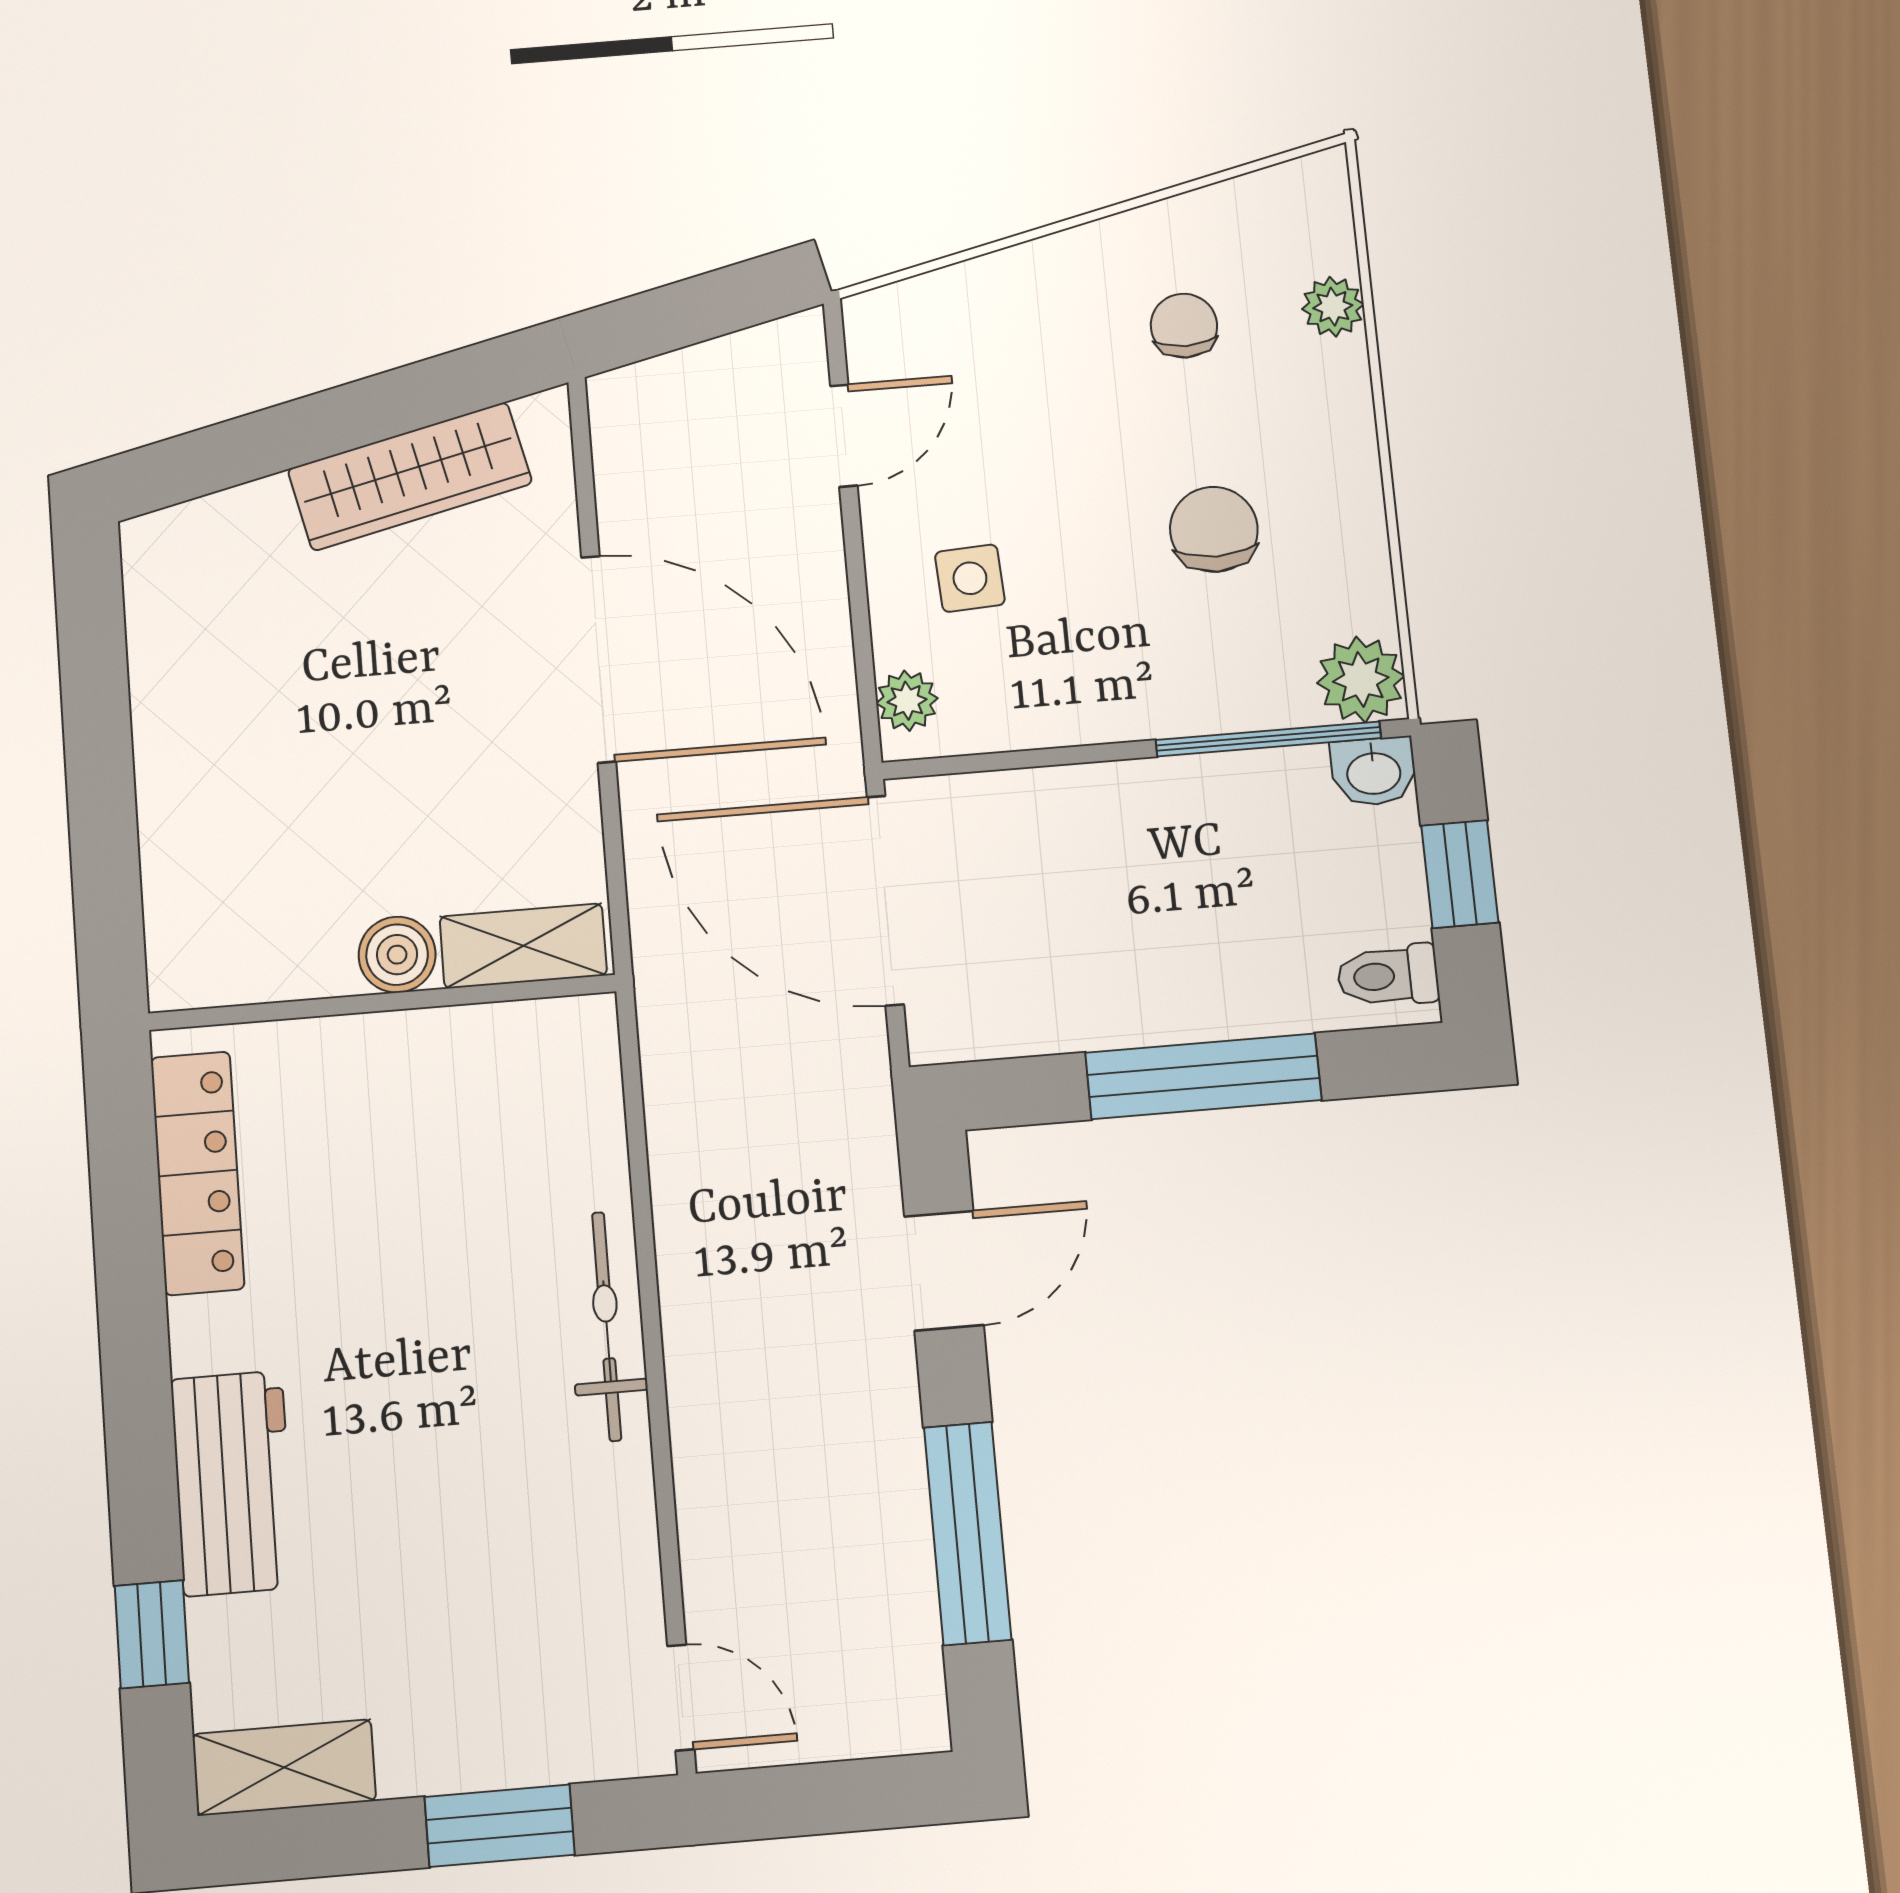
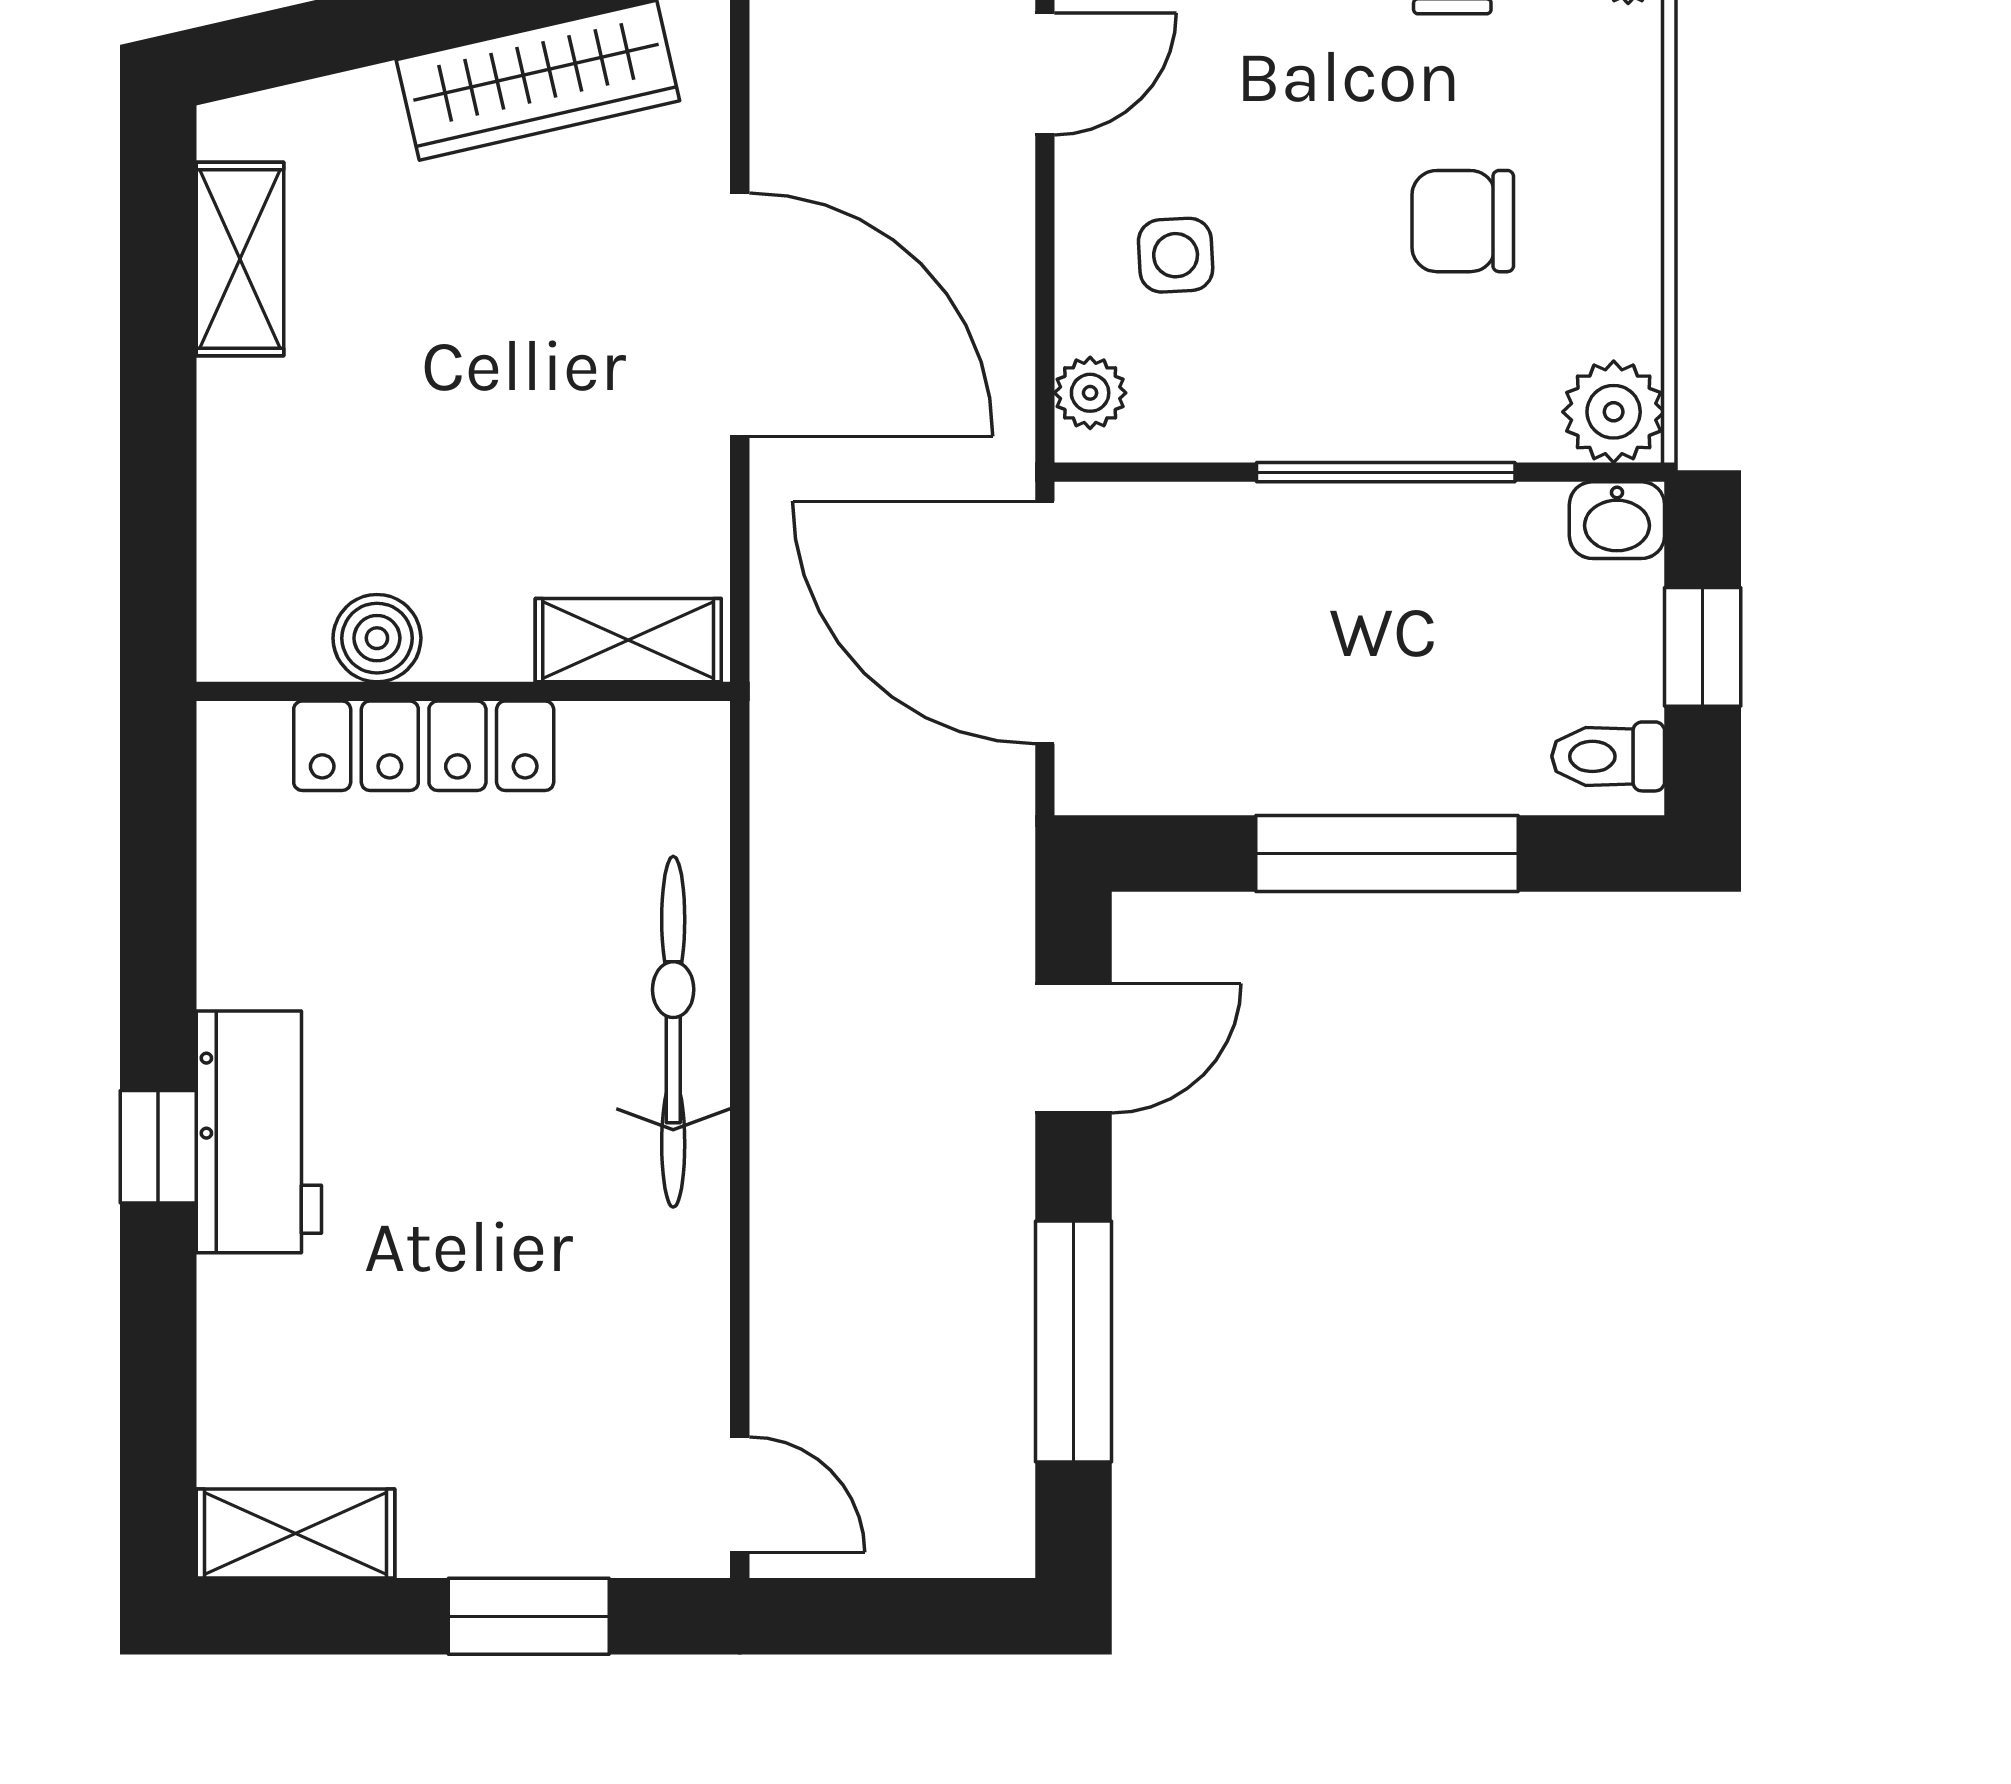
chair: (1214, 529) -> (1463, 221), turned -90
shelving: (163, 648) -> (240, 259), added
window: (1268, 739) -> (1386, 472), moved
boiler: (397, 955) -> (377, 638), moved
locker: (197, 1173) -> (424, 746), moved, turned 90
bicycle: (607, 1326) -> (673, 1032), width x1.37, depth x1.40
workbench: (233, 1483) -> (259, 1132), moved
window: (152, 1634) -> (158, 1147), moved

